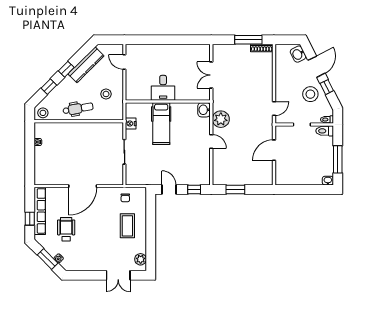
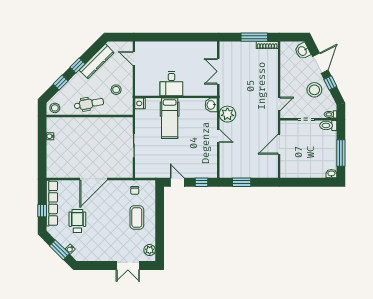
nightstand: (131, 124) -> (140, 103), moved

